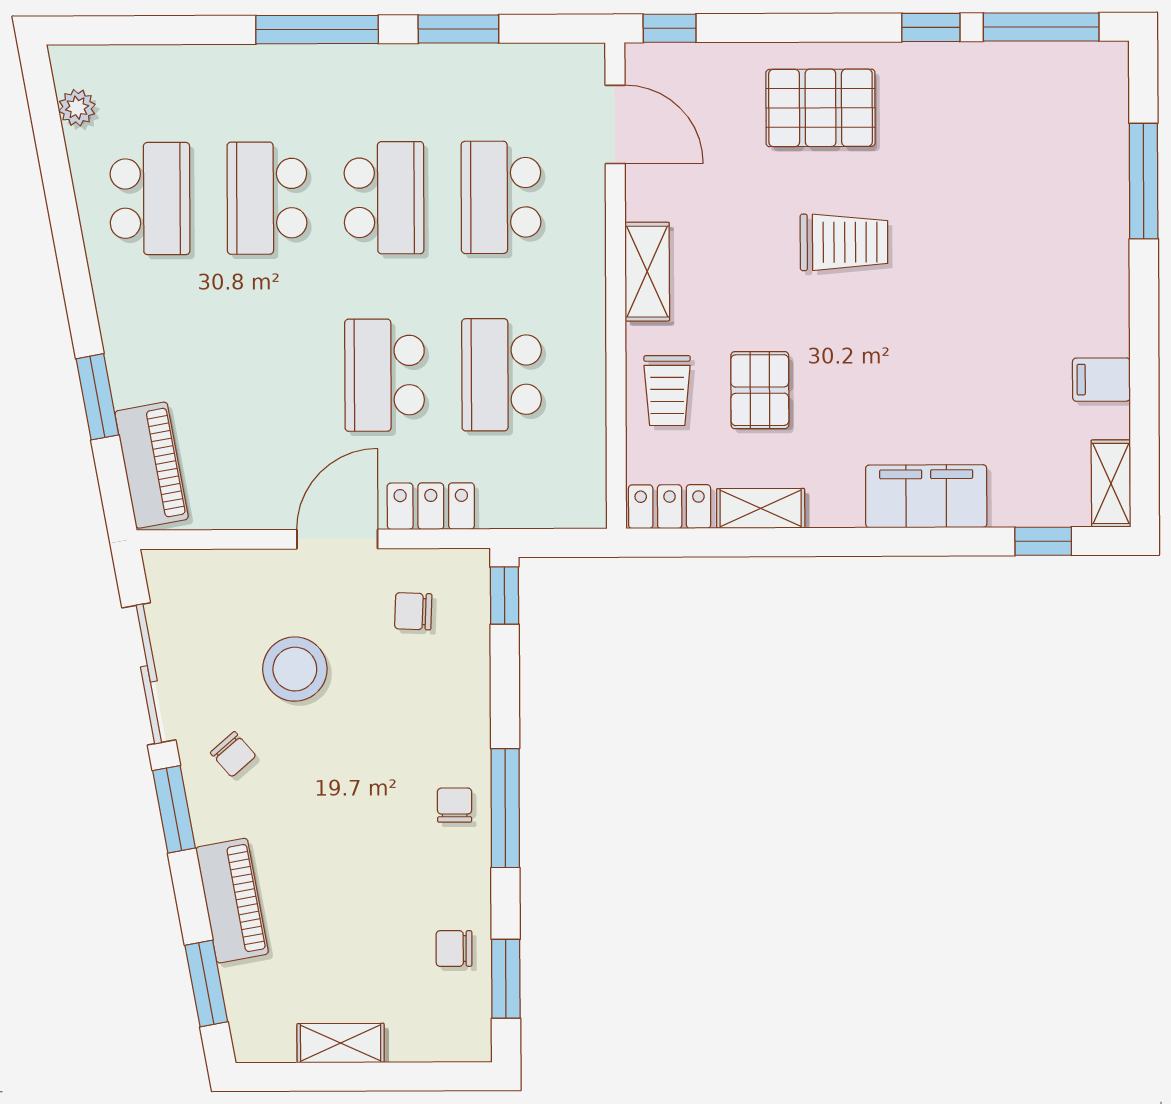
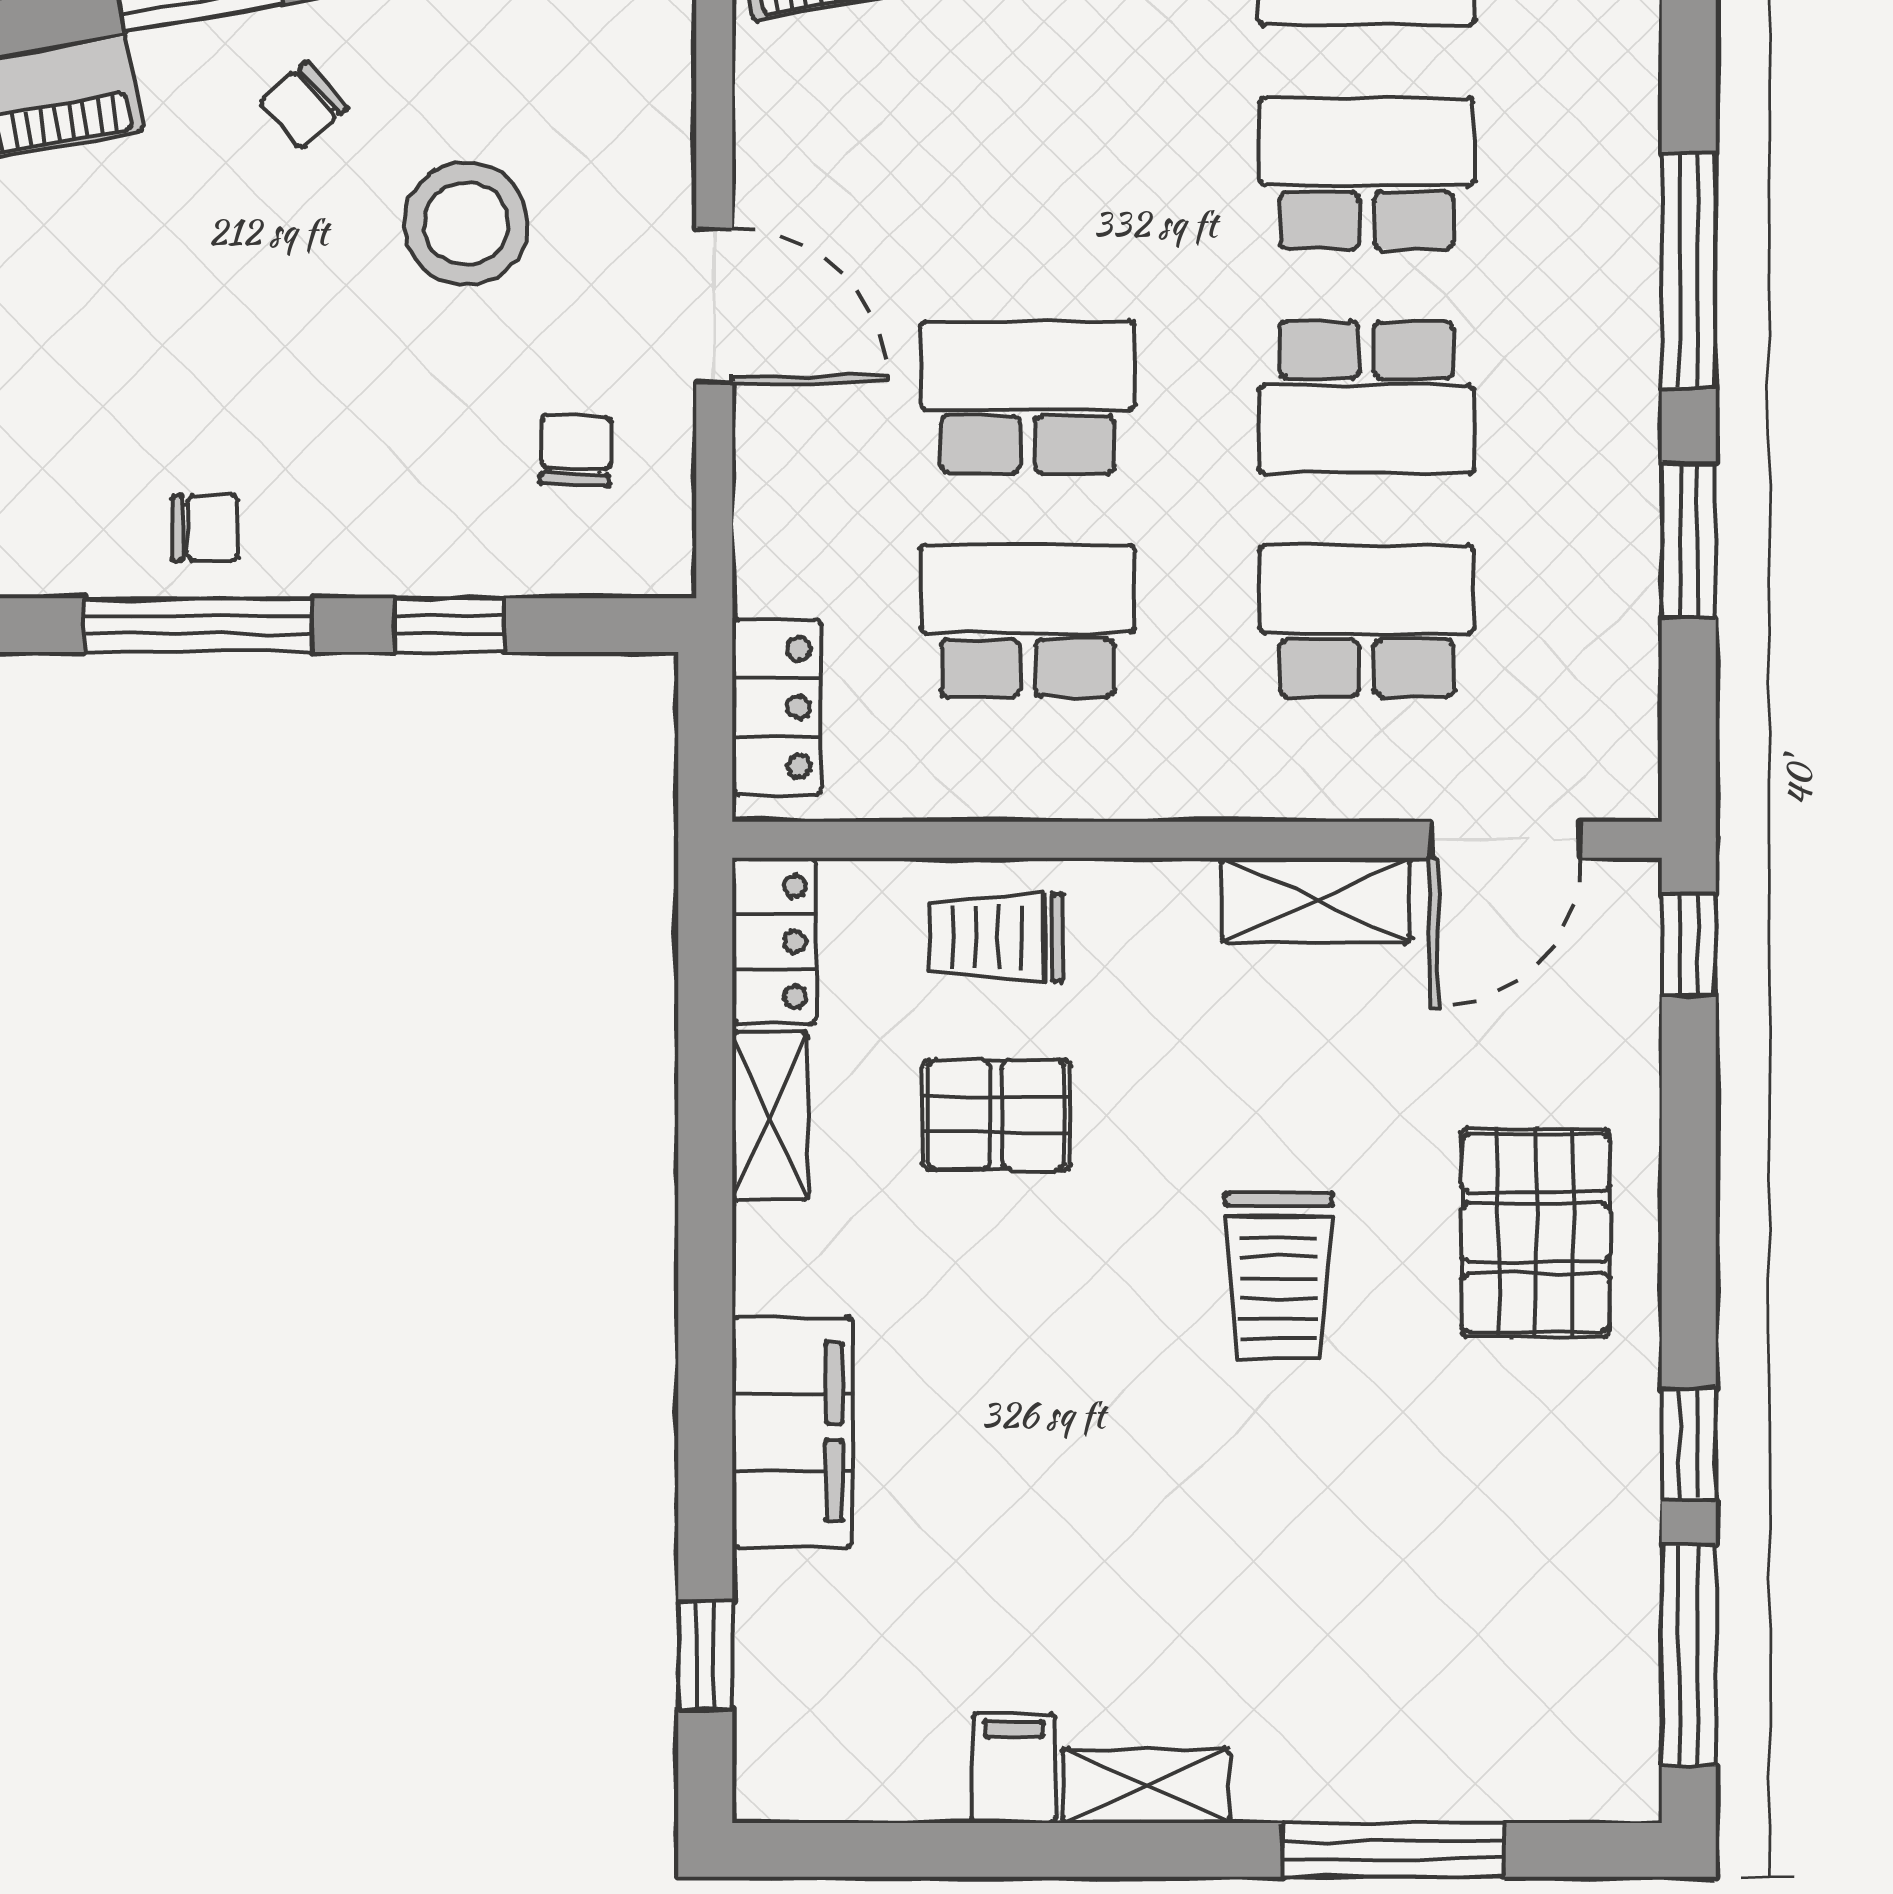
shelving: (647, 272) -> (1316, 900), moved
shelving: (1111, 483) -> (1146, 1786), moved
locker: (431, 506) -> (777, 707), moved
window: (505, 596) -> (450, 625), moved

